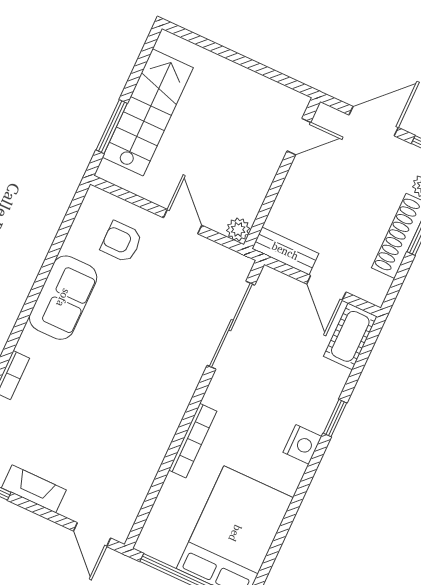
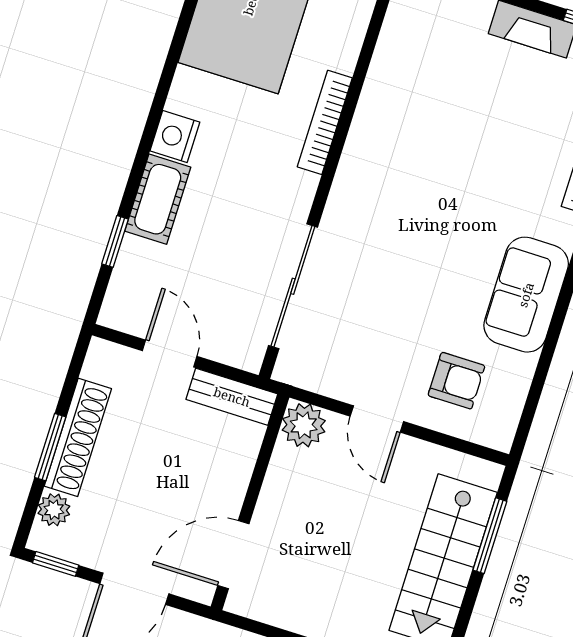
door: (299, 137) -> (233, 555), width x1.38
plant: (238, 229) -> (304, 425), width x1.38, depth x1.38
cot: (350, 336) -> (158, 199), moved
window: (335, 418) -> (115, 241), moved

